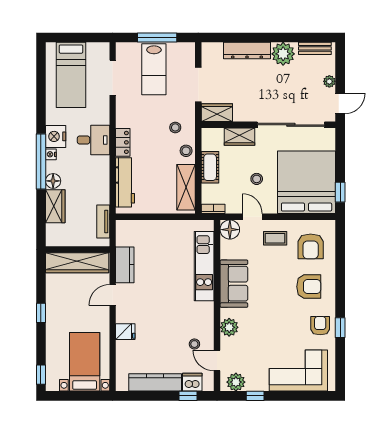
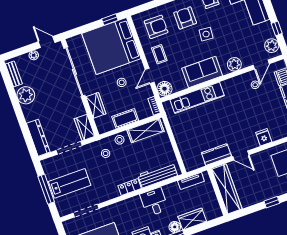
dresser: (247, 51) -> (38, 138), moved
desk: (93, 140) -> (154, 202), moved
side table: (279, 305) -> (206, 34), added

